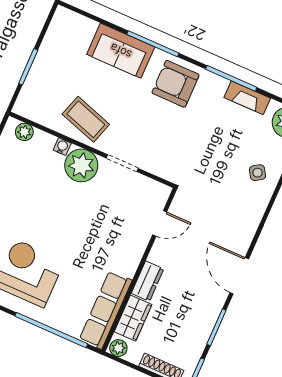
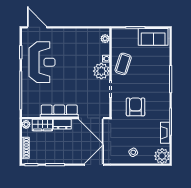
sofa: (121, 51) -> (153, 37), moved, turned -90
armchair: (176, 84) -> (136, 107), moved
door: (160, 223) -> (91, 118), width x1.87
door: (239, 276) -> (94, 165), moved
row of seats: (106, 310) -> (59, 111), moved

